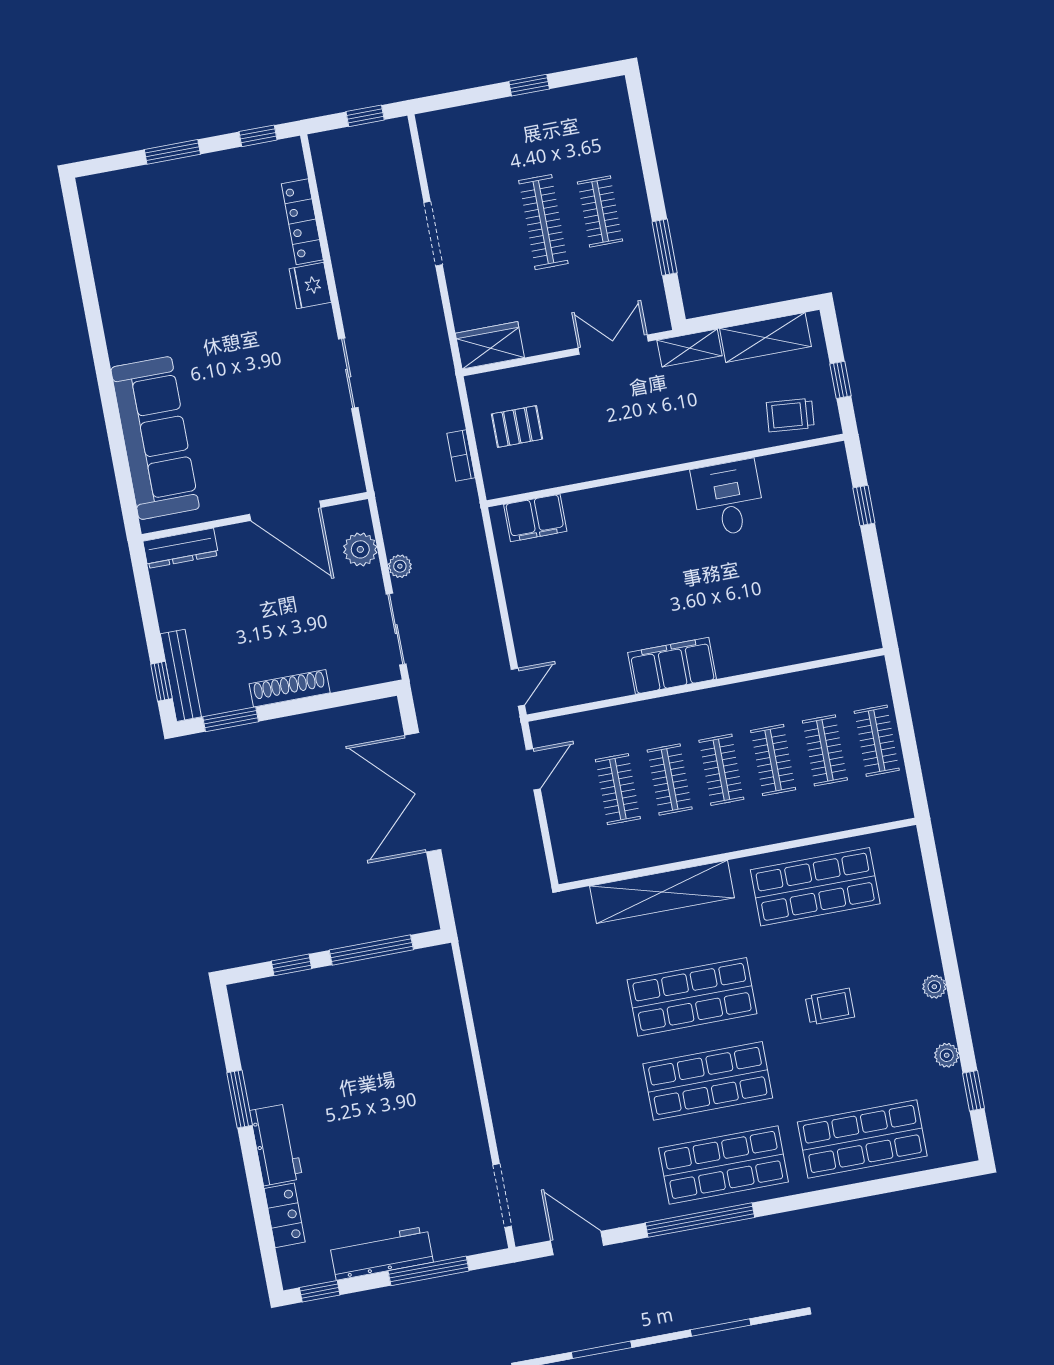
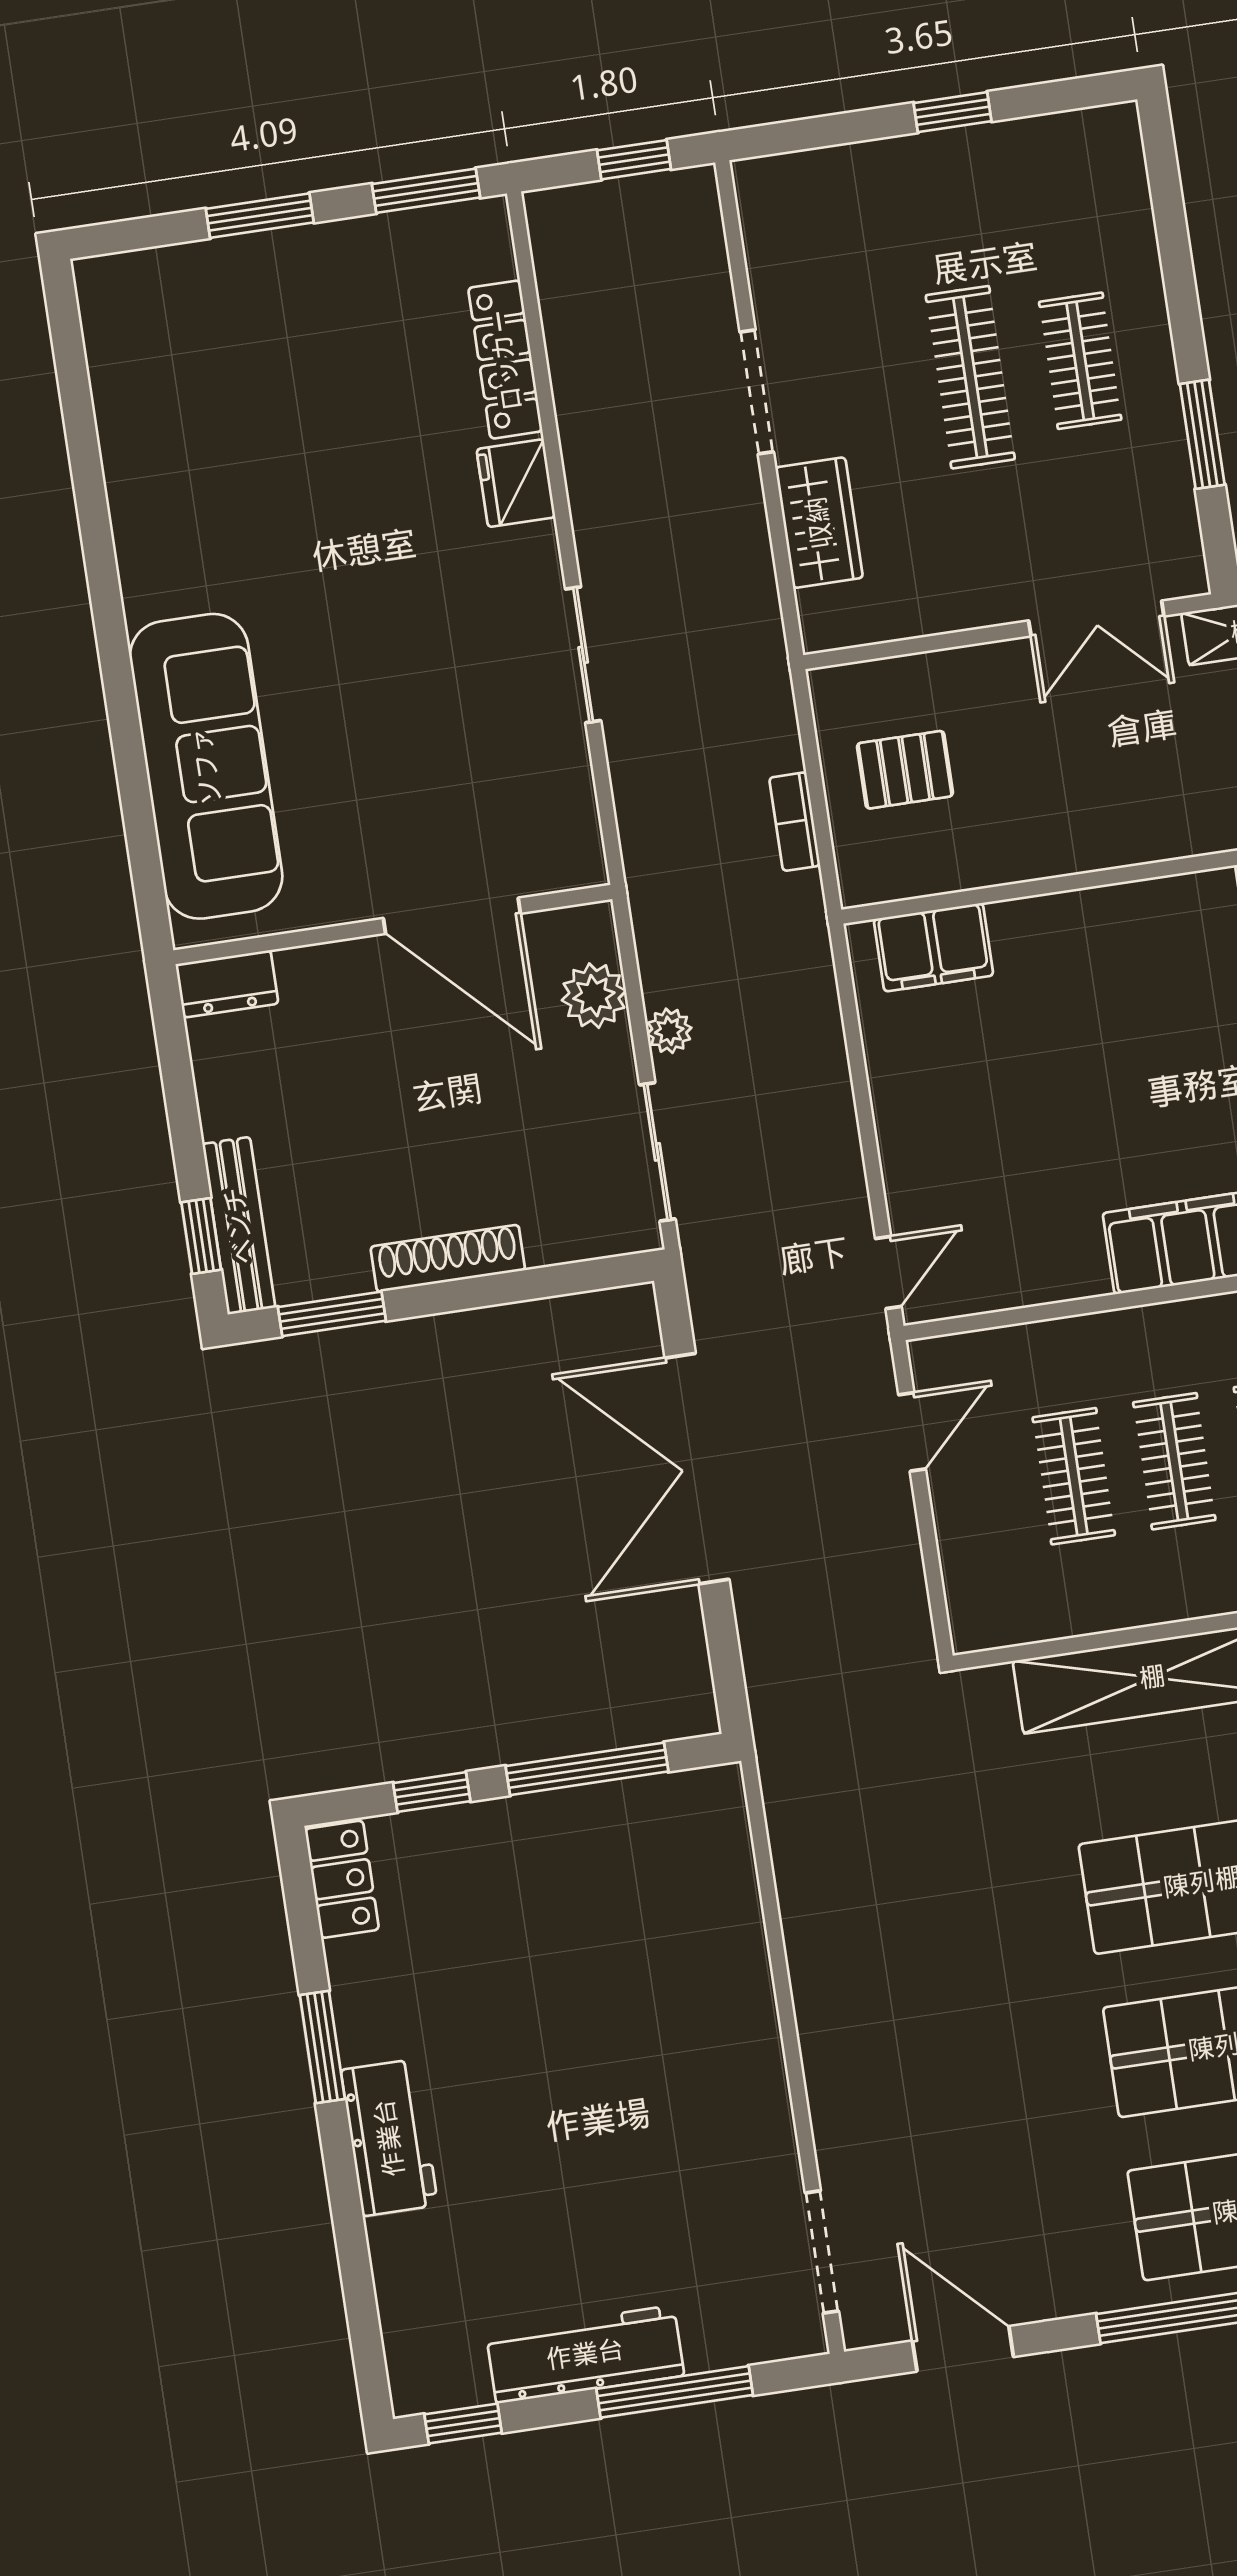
window: (258, 136) -> (426, 191), width x1.50
wardrobe: (490, 345) -> (819, 523), moved, turned 90
double door: (613, 345) -> (1096, 619), swing flipped
dresser: (181, 548) -> (227, 984), width x0.70
locker: (285, 1215) -> (342, 1879), moved

